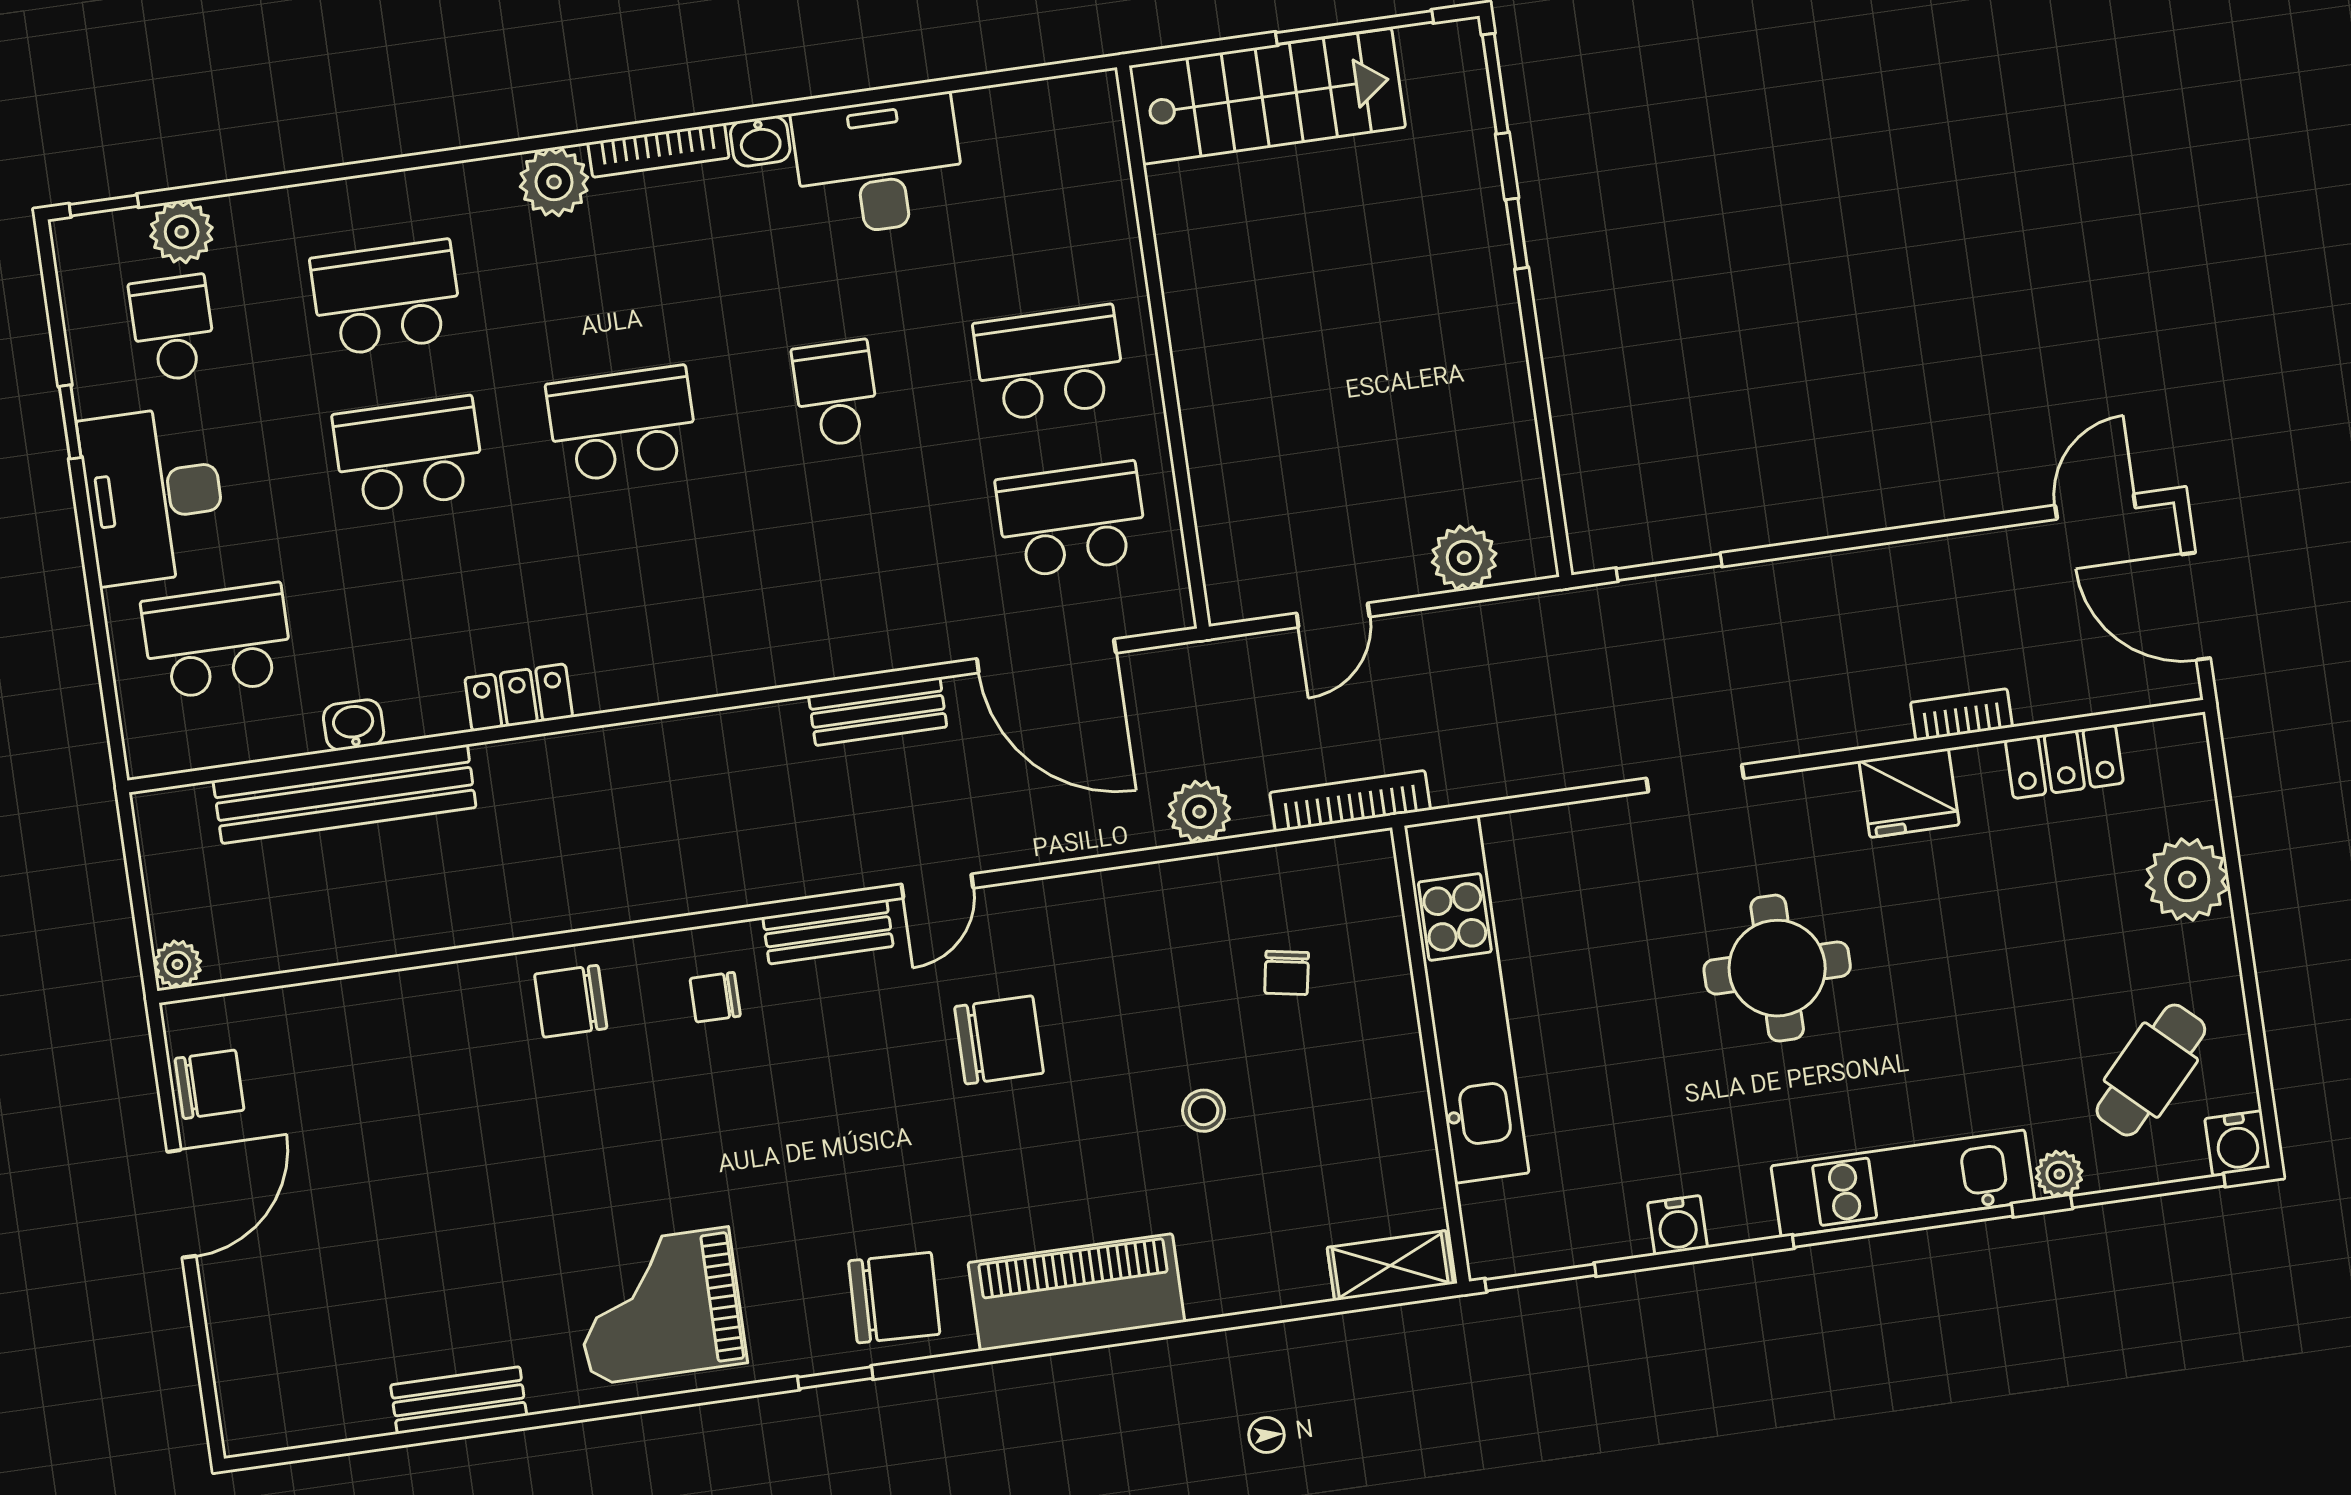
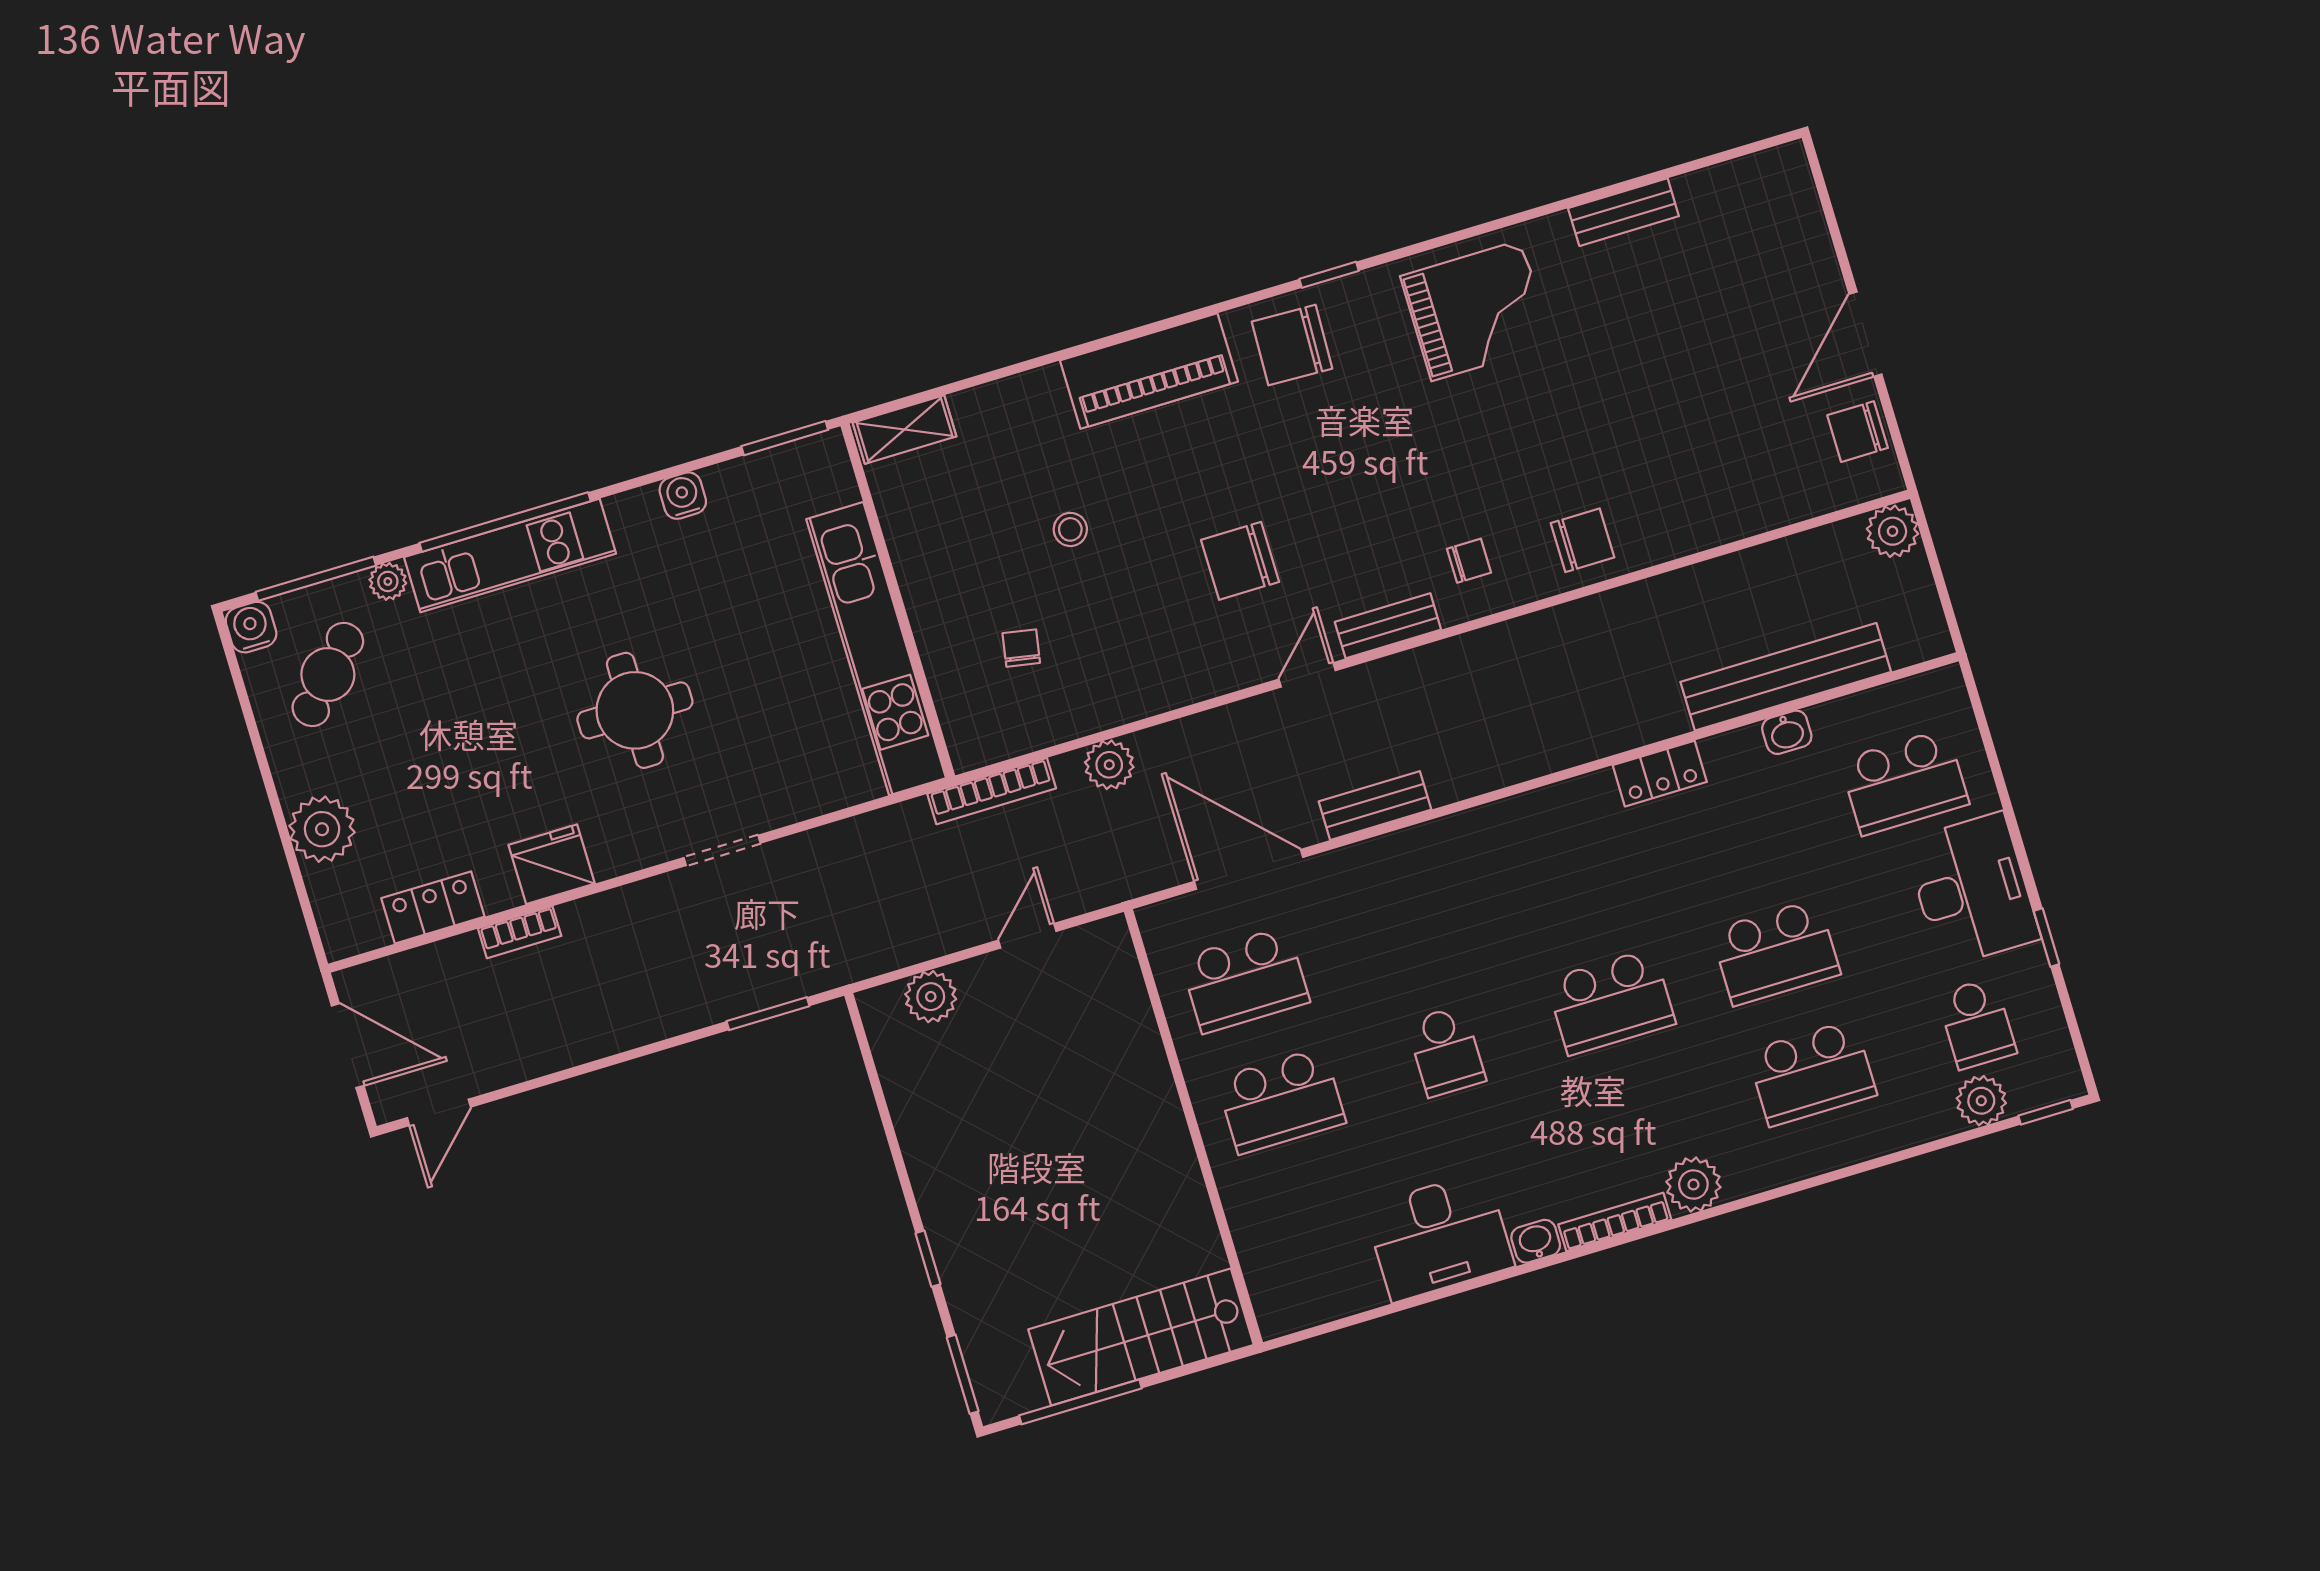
plant: (177, 964) -> (1893, 531), width x1.38, depth x1.38

